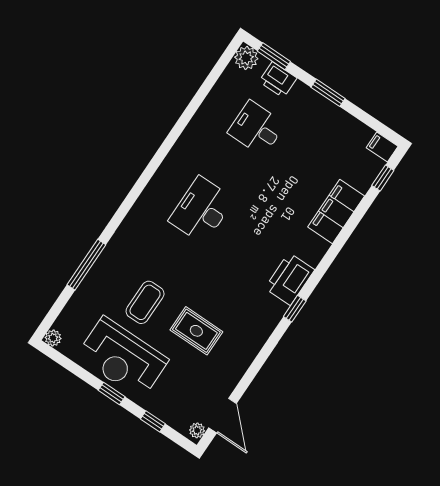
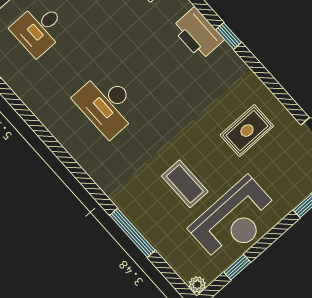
rug: (196, 331) -> (247, 131), moved
window: (112, 394) -> (237, 267), moved

